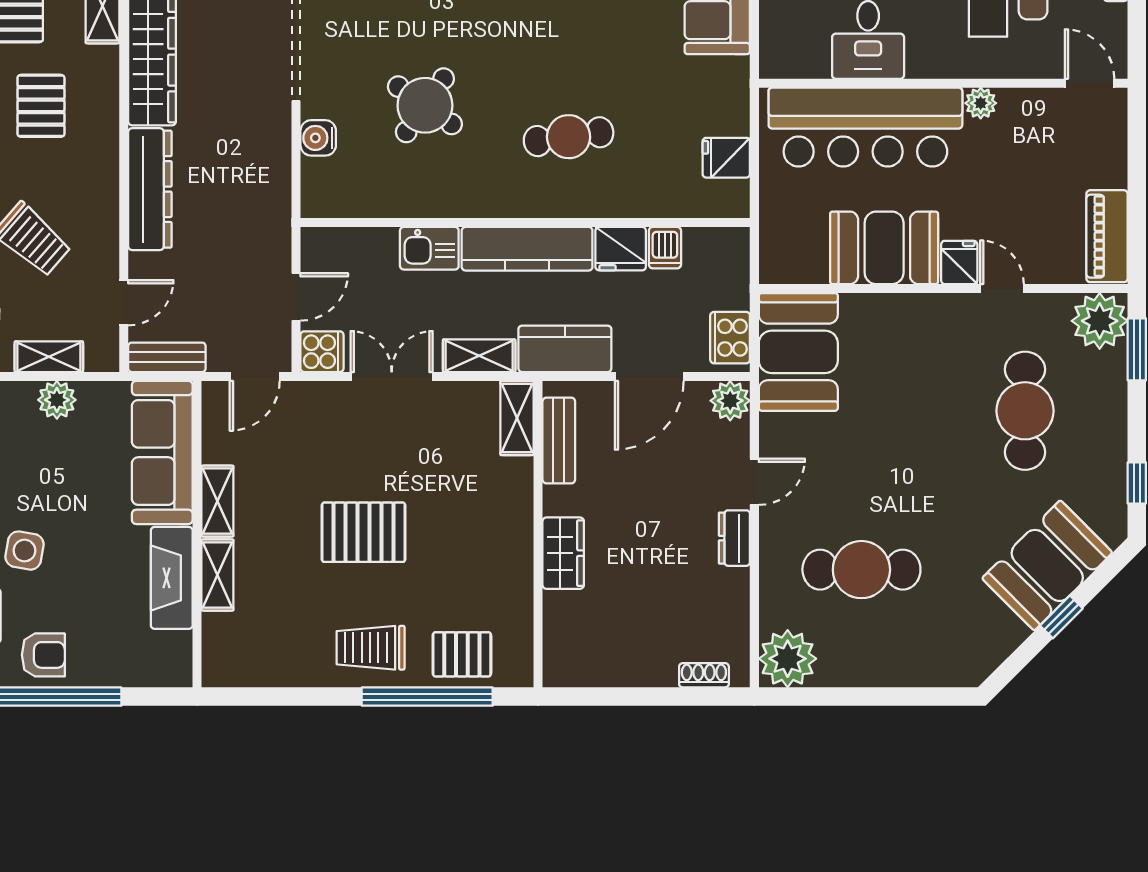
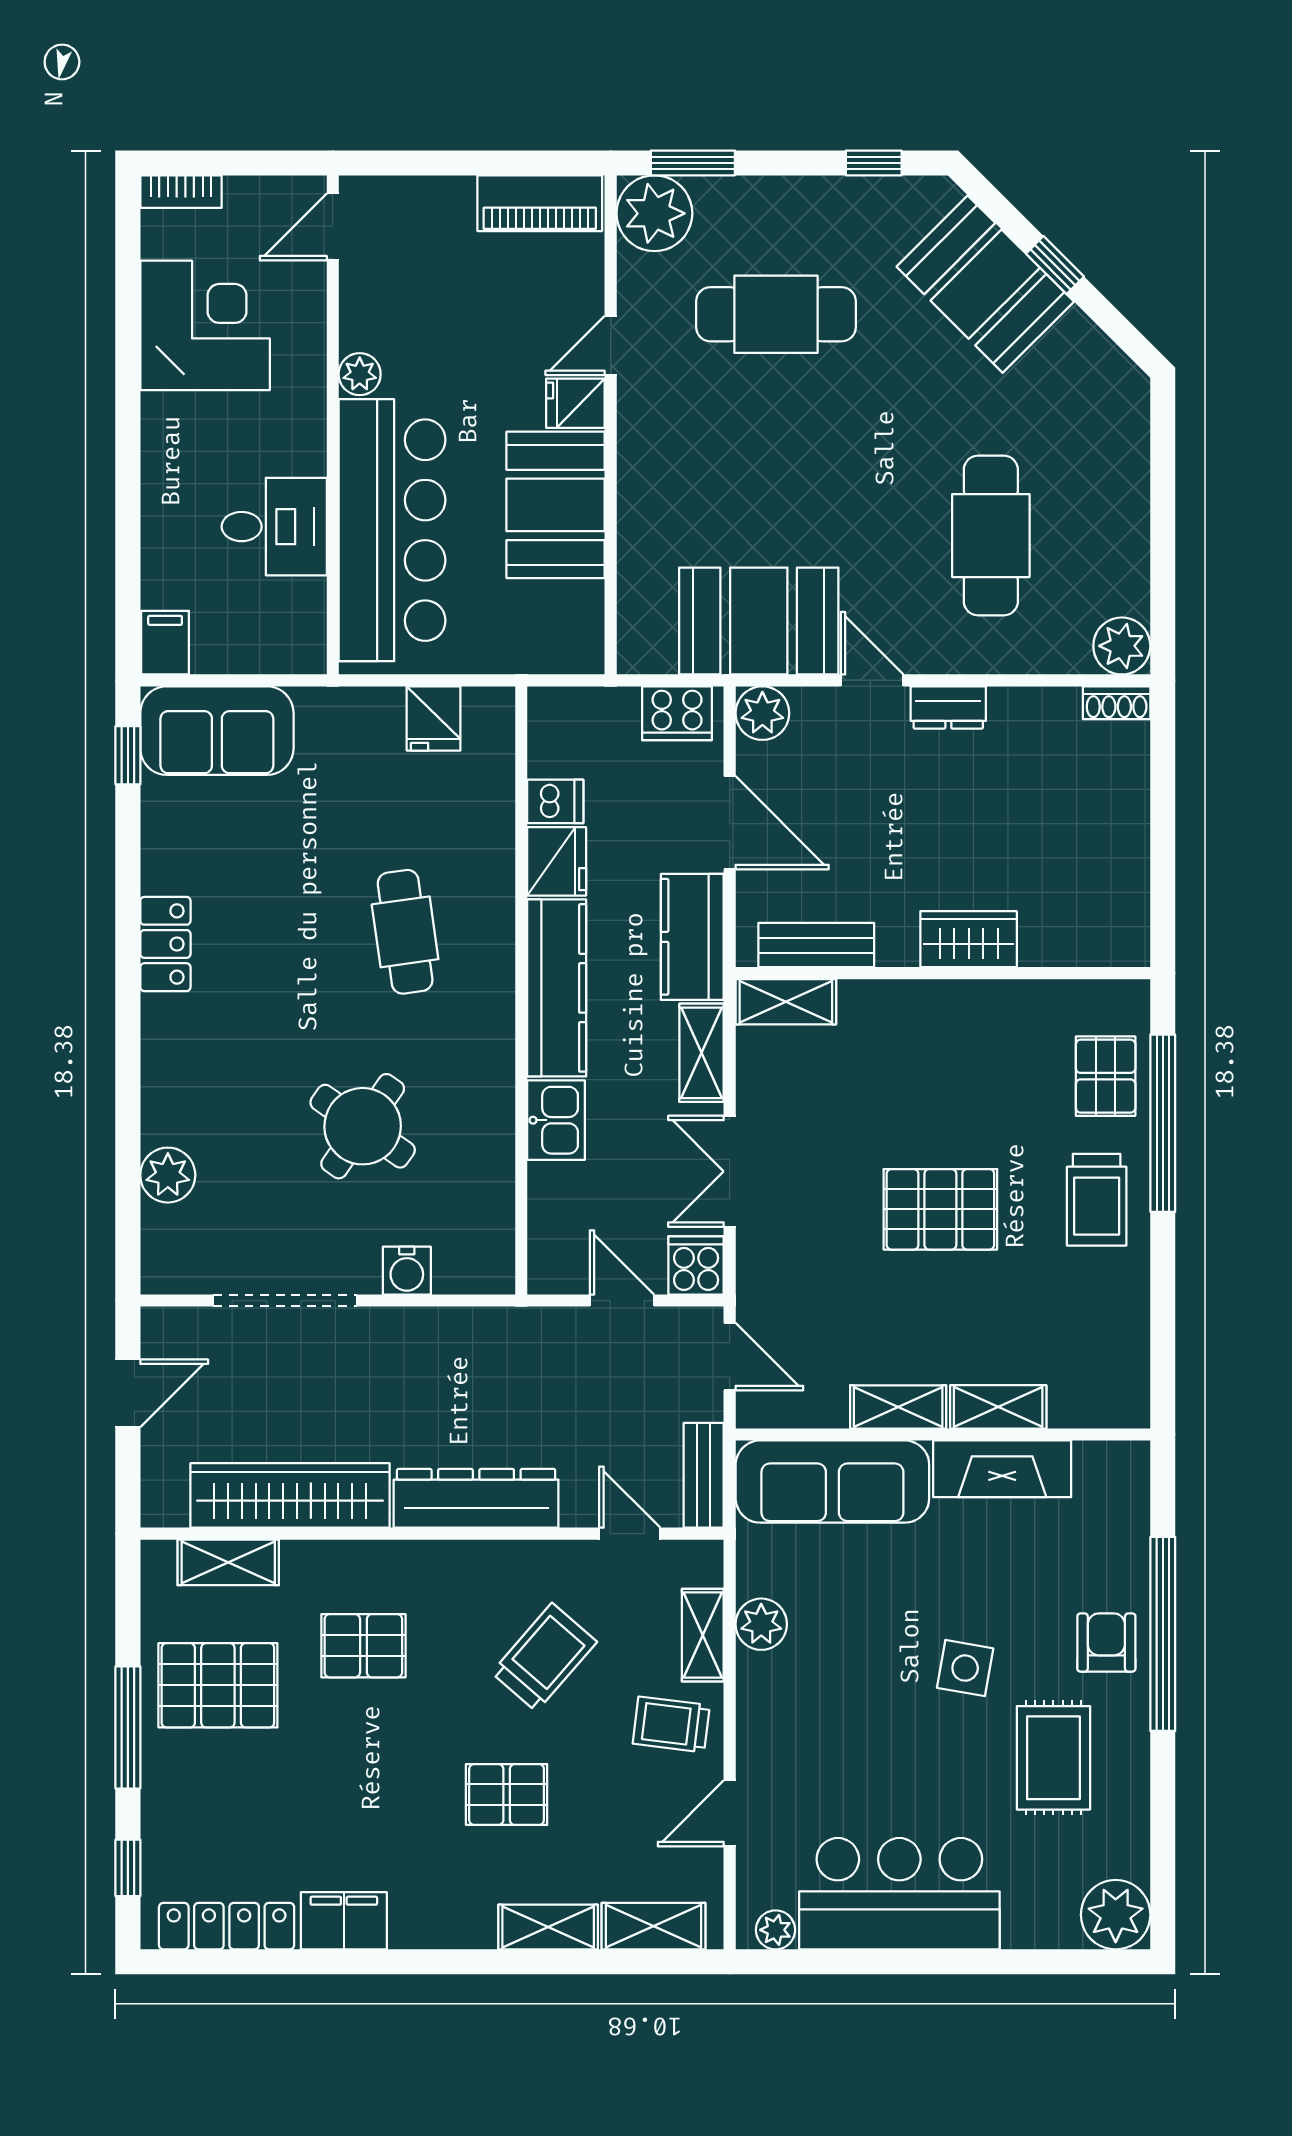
booth: (798, 352) -> (759, 621), moved
pallet: (364, 532) -> (940, 1209), turned 90
plant: (788, 659) -> (1122, 646), width x0.73, depth x0.73
shoe rack: (704, 675) -> (1117, 703), moved, turned -90

